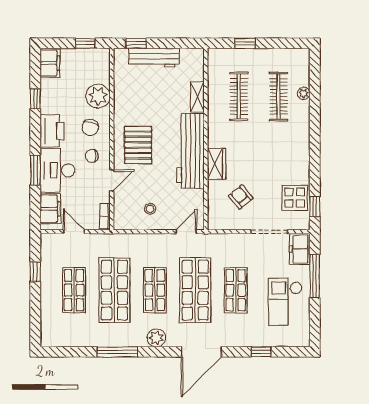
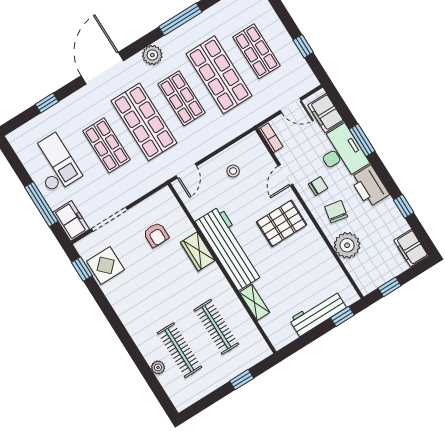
pallet: (138, 145) -> (282, 223), turned 90
armchair: (241, 197) -> (156, 235), turned 40

